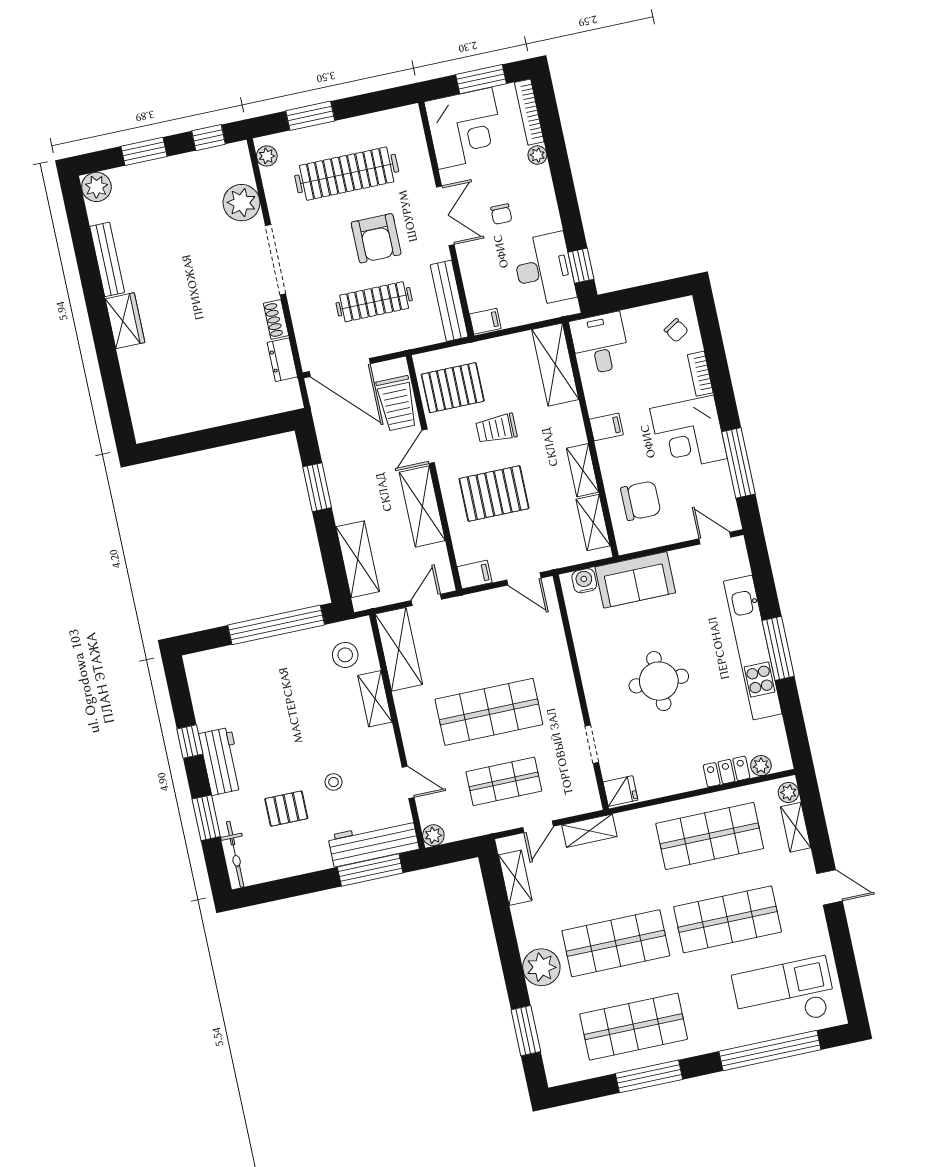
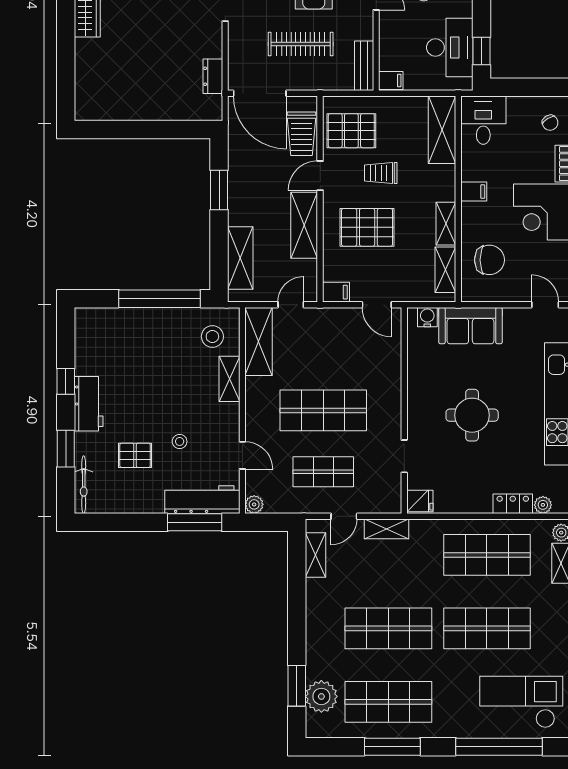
bench: (449, 301) -> (364, 66), width x0.73
shoe rack: (276, 319) -> (215, 41), removed
plant: (541, 967) -> (321, 696), moved

